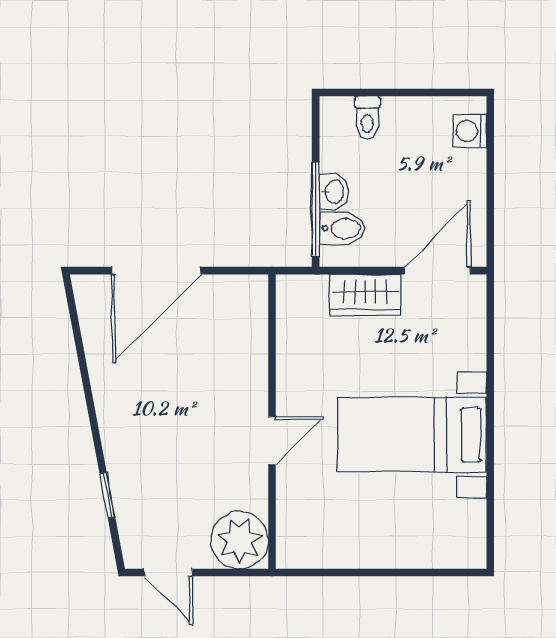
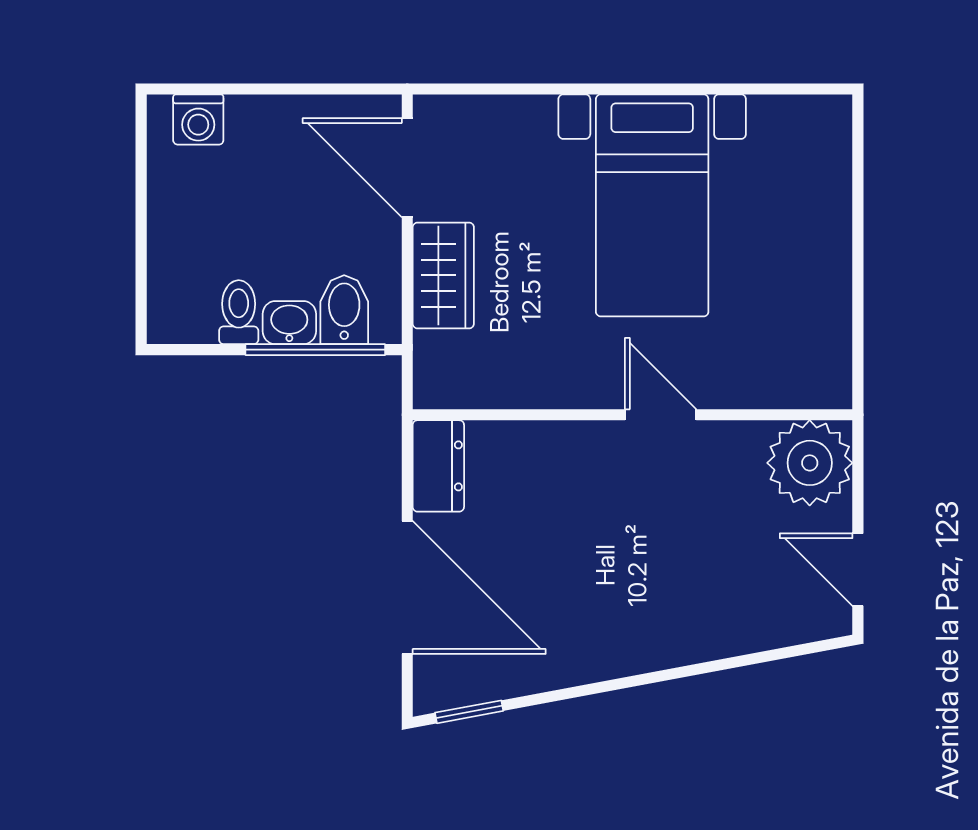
toilet: (367, 117) -> (239, 312), moved, turned -90
dresser: (238, 291) -> (438, 466), added
window: (107, 495) -> (469, 712), moved
door: (168, 572) -> (858, 570), swing flipped

